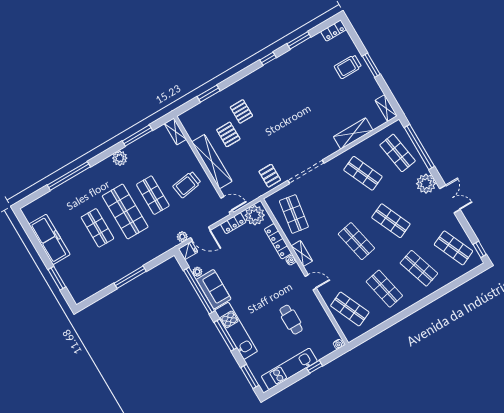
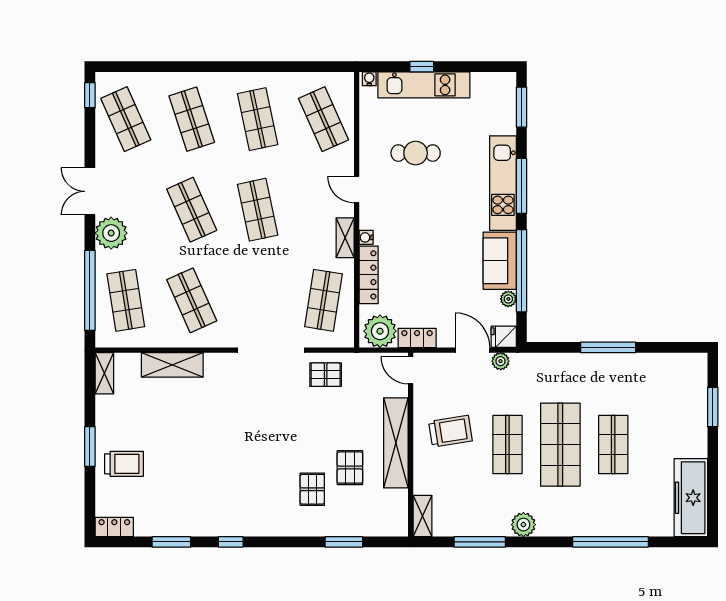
pallet: (270, 176) -> (326, 375), turned 90
freezer: (49, 239) -> (691, 498), moved
cafe table: (291, 320) -> (416, 153), turned 90
kitchen unit: (289, 369) -> (424, 85), moved

